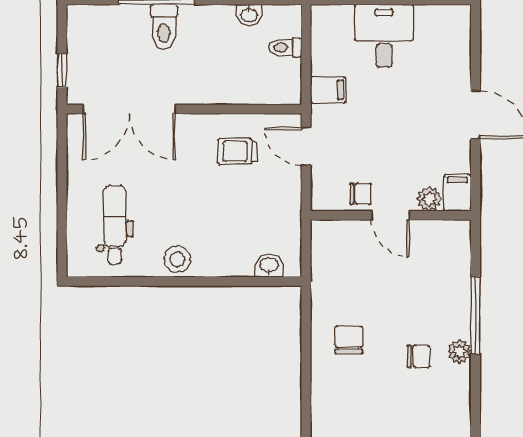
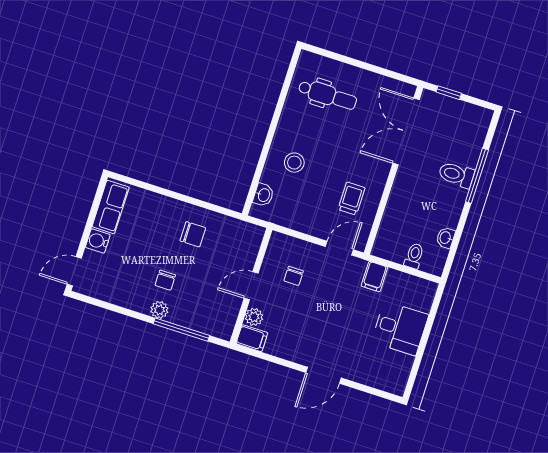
filing cabinet: (457, 193) -> (252, 338), moved
plant: (429, 199) -> (254, 317), moved
door: (391, 215) -> (251, 286), moved
wall: (391, 215) -> (251, 286), moved
stool: (177, 259) -> (294, 163), moved

